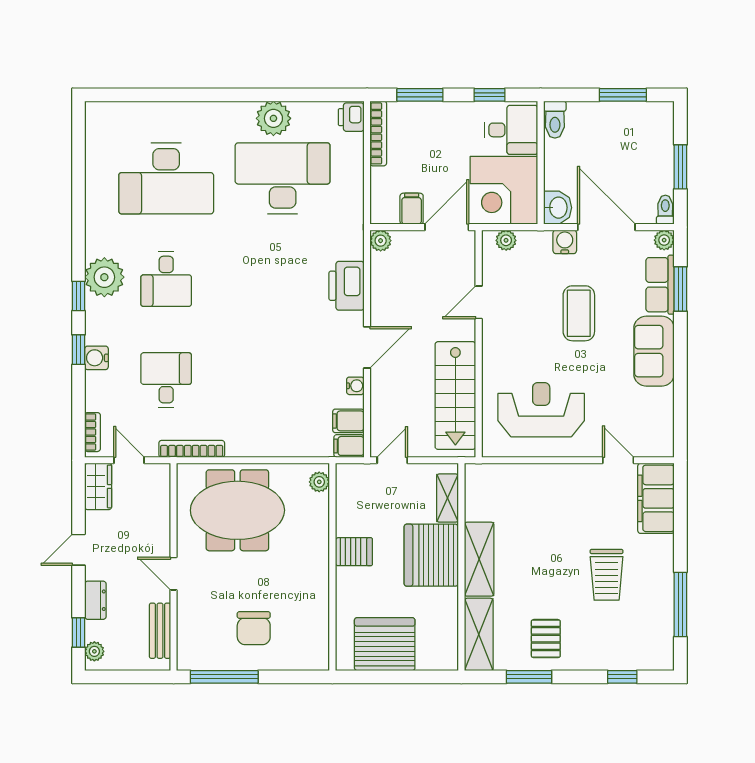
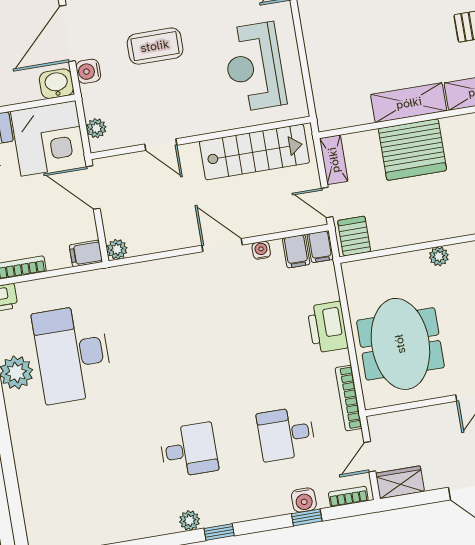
desk: (166, 178) -> (91, 466), removed
filing cabinet: (412, 209) -> (86, 253), moved
plant: (104, 277) -> (190, 520), width x0.53, depth x0.53
printer: (346, 286) -> (328, 327), moved, turned 90
window: (79, 350) -> (307, 517), moved
water cooler: (96, 358) -> (304, 500), moved
plant: (319, 482) -> (439, 256), moved
shelving: (447, 498) -> (334, 160), moved, turned 90
server rack: (354, 552) -> (354, 236), moved

